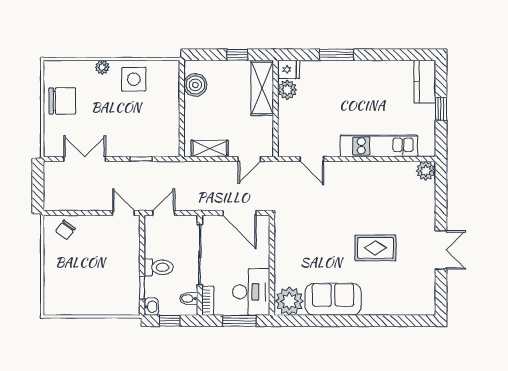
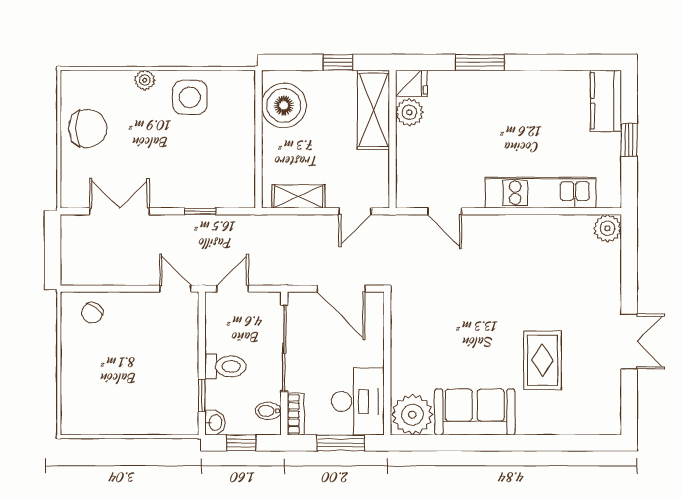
boiler: (195, 85) -> (284, 106), width x1.37, depth x1.37
rug: (375, 248) -> (543, 360), moved, turned 90

